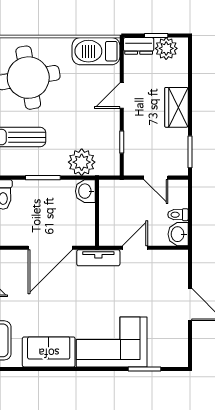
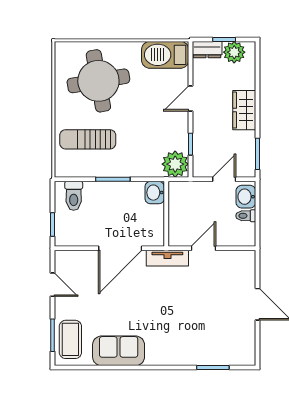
plant: (82, 162) -> (175, 164), moved
door: (156, 178) -> (224, 179), swing flipped
washbasin: (178, 234) -> (246, 197), moved
corner sofa: (112, 342) -> (181, 341), removed

